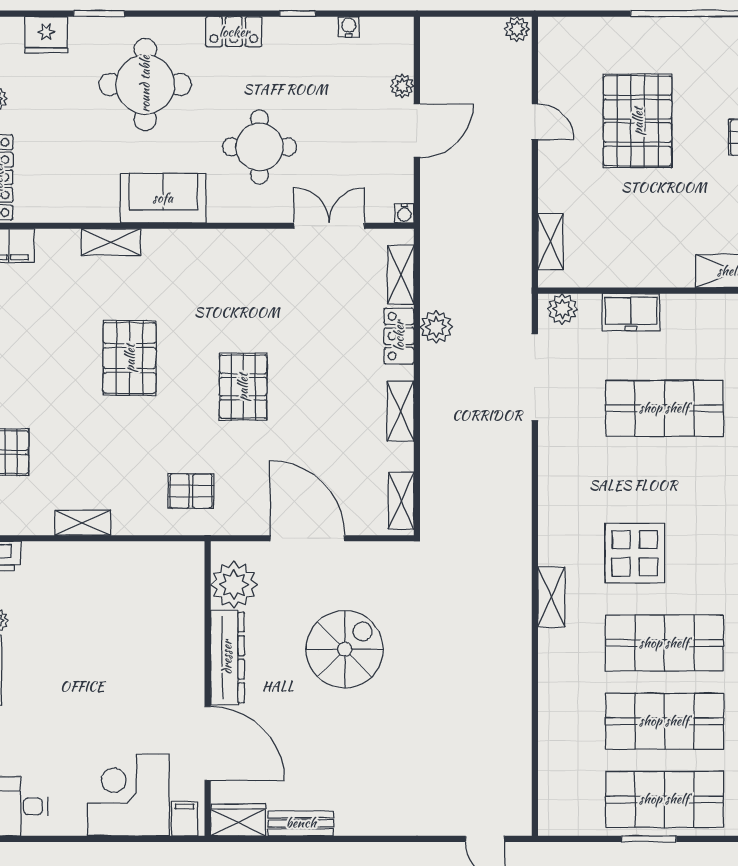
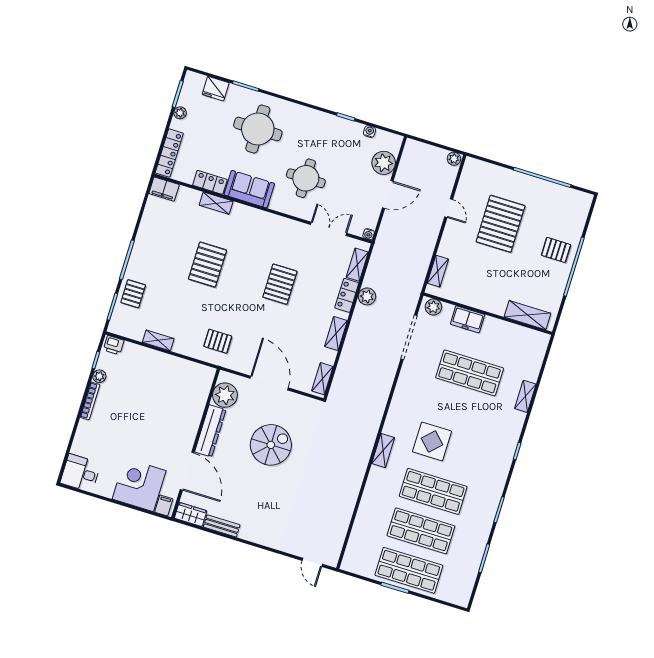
locker: (234, 32) -> (210, 182), moved, turned 180
plant: (402, 86) -> (384, 163), width x1.88, depth x1.88
pallet: (243, 387) -> (280, 284), moved

